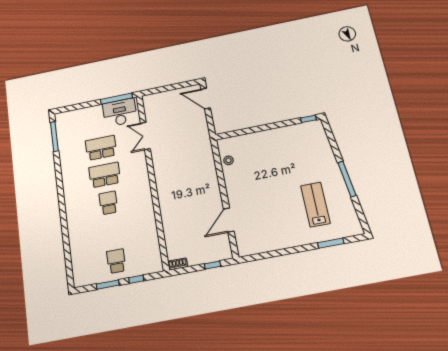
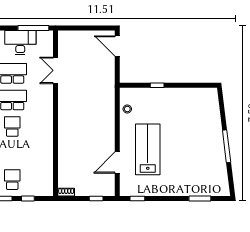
desk: (120, 112) -> (20, 42), moved
window: (308, 119) -> (157, 85), moved
lab bench: (315, 204) -> (148, 149), moved, width x1.36, depth x1.39
window: (259, 256) -> (137, 198), added

